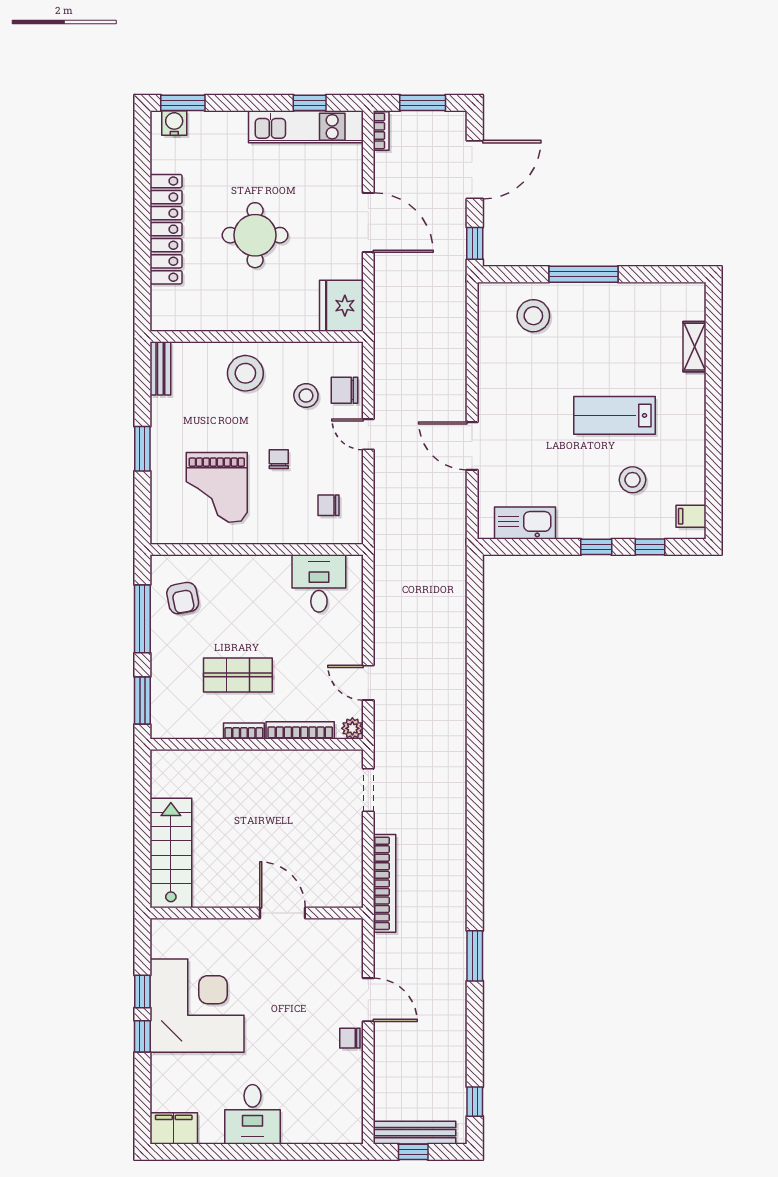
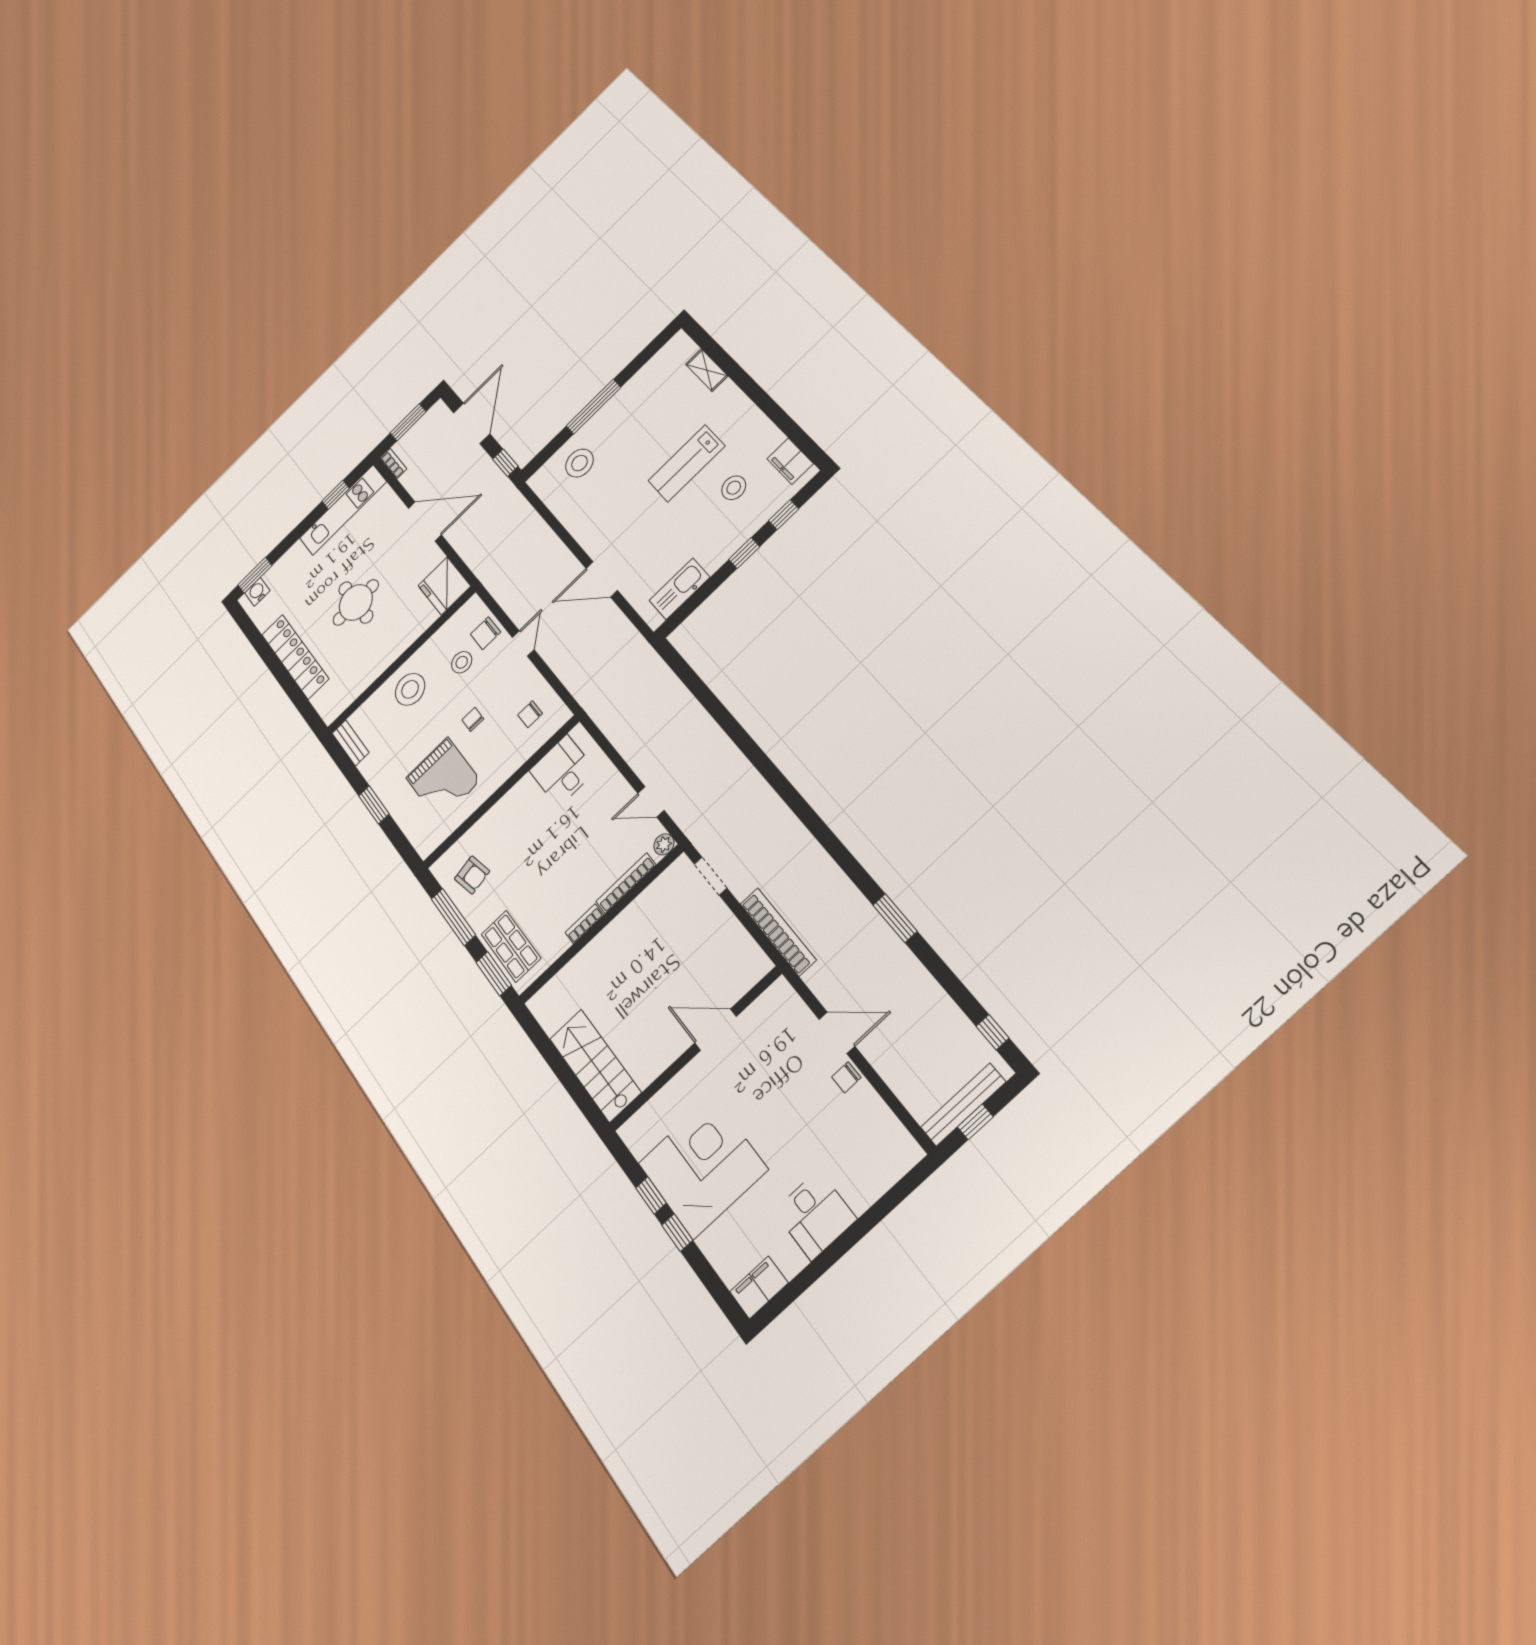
door: (368, 434) -> (523, 643), swing flipped
filing cabinet: (691, 516) -> (790, 461), width x2.00
shop shelf: (238, 675) -> (511, 946), moved, turned 90

